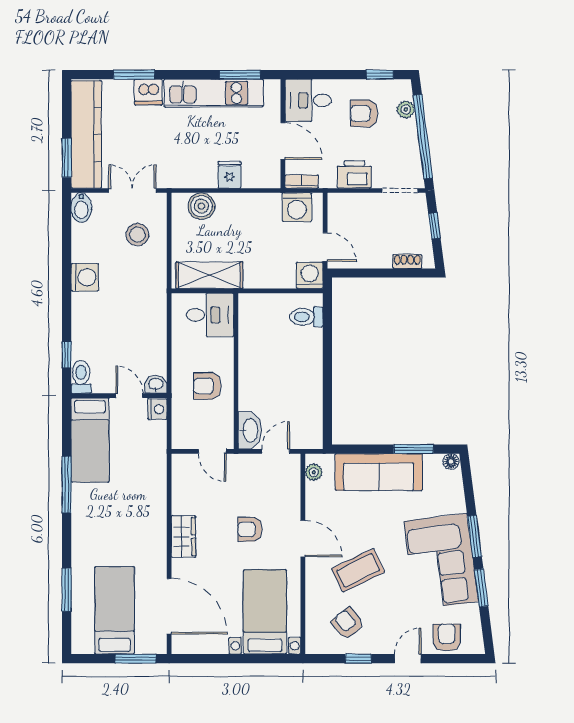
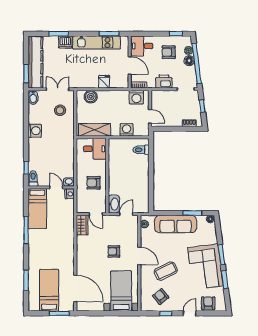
floor lamp: (407, 131) -> (189, 61), added
washing machine: (310, 275) -> (126, 130), moved
wardrobe: (183, 536) -> (82, 225), moved

